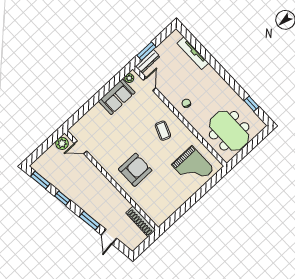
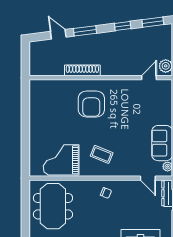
meeting table: (229, 131) -> (53, 206), turned 90
grand piano: (193, 167) -> (61, 160), moved
shoe rack: (141, 221) -> (82, 70), moved

